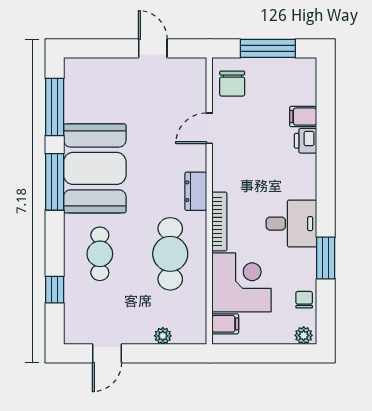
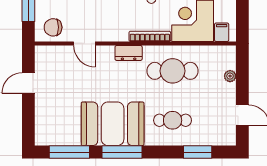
chair: (232, 84) -> (53, 27), turned 180
window: (55, 290) -> (198, 152), width x1.50

